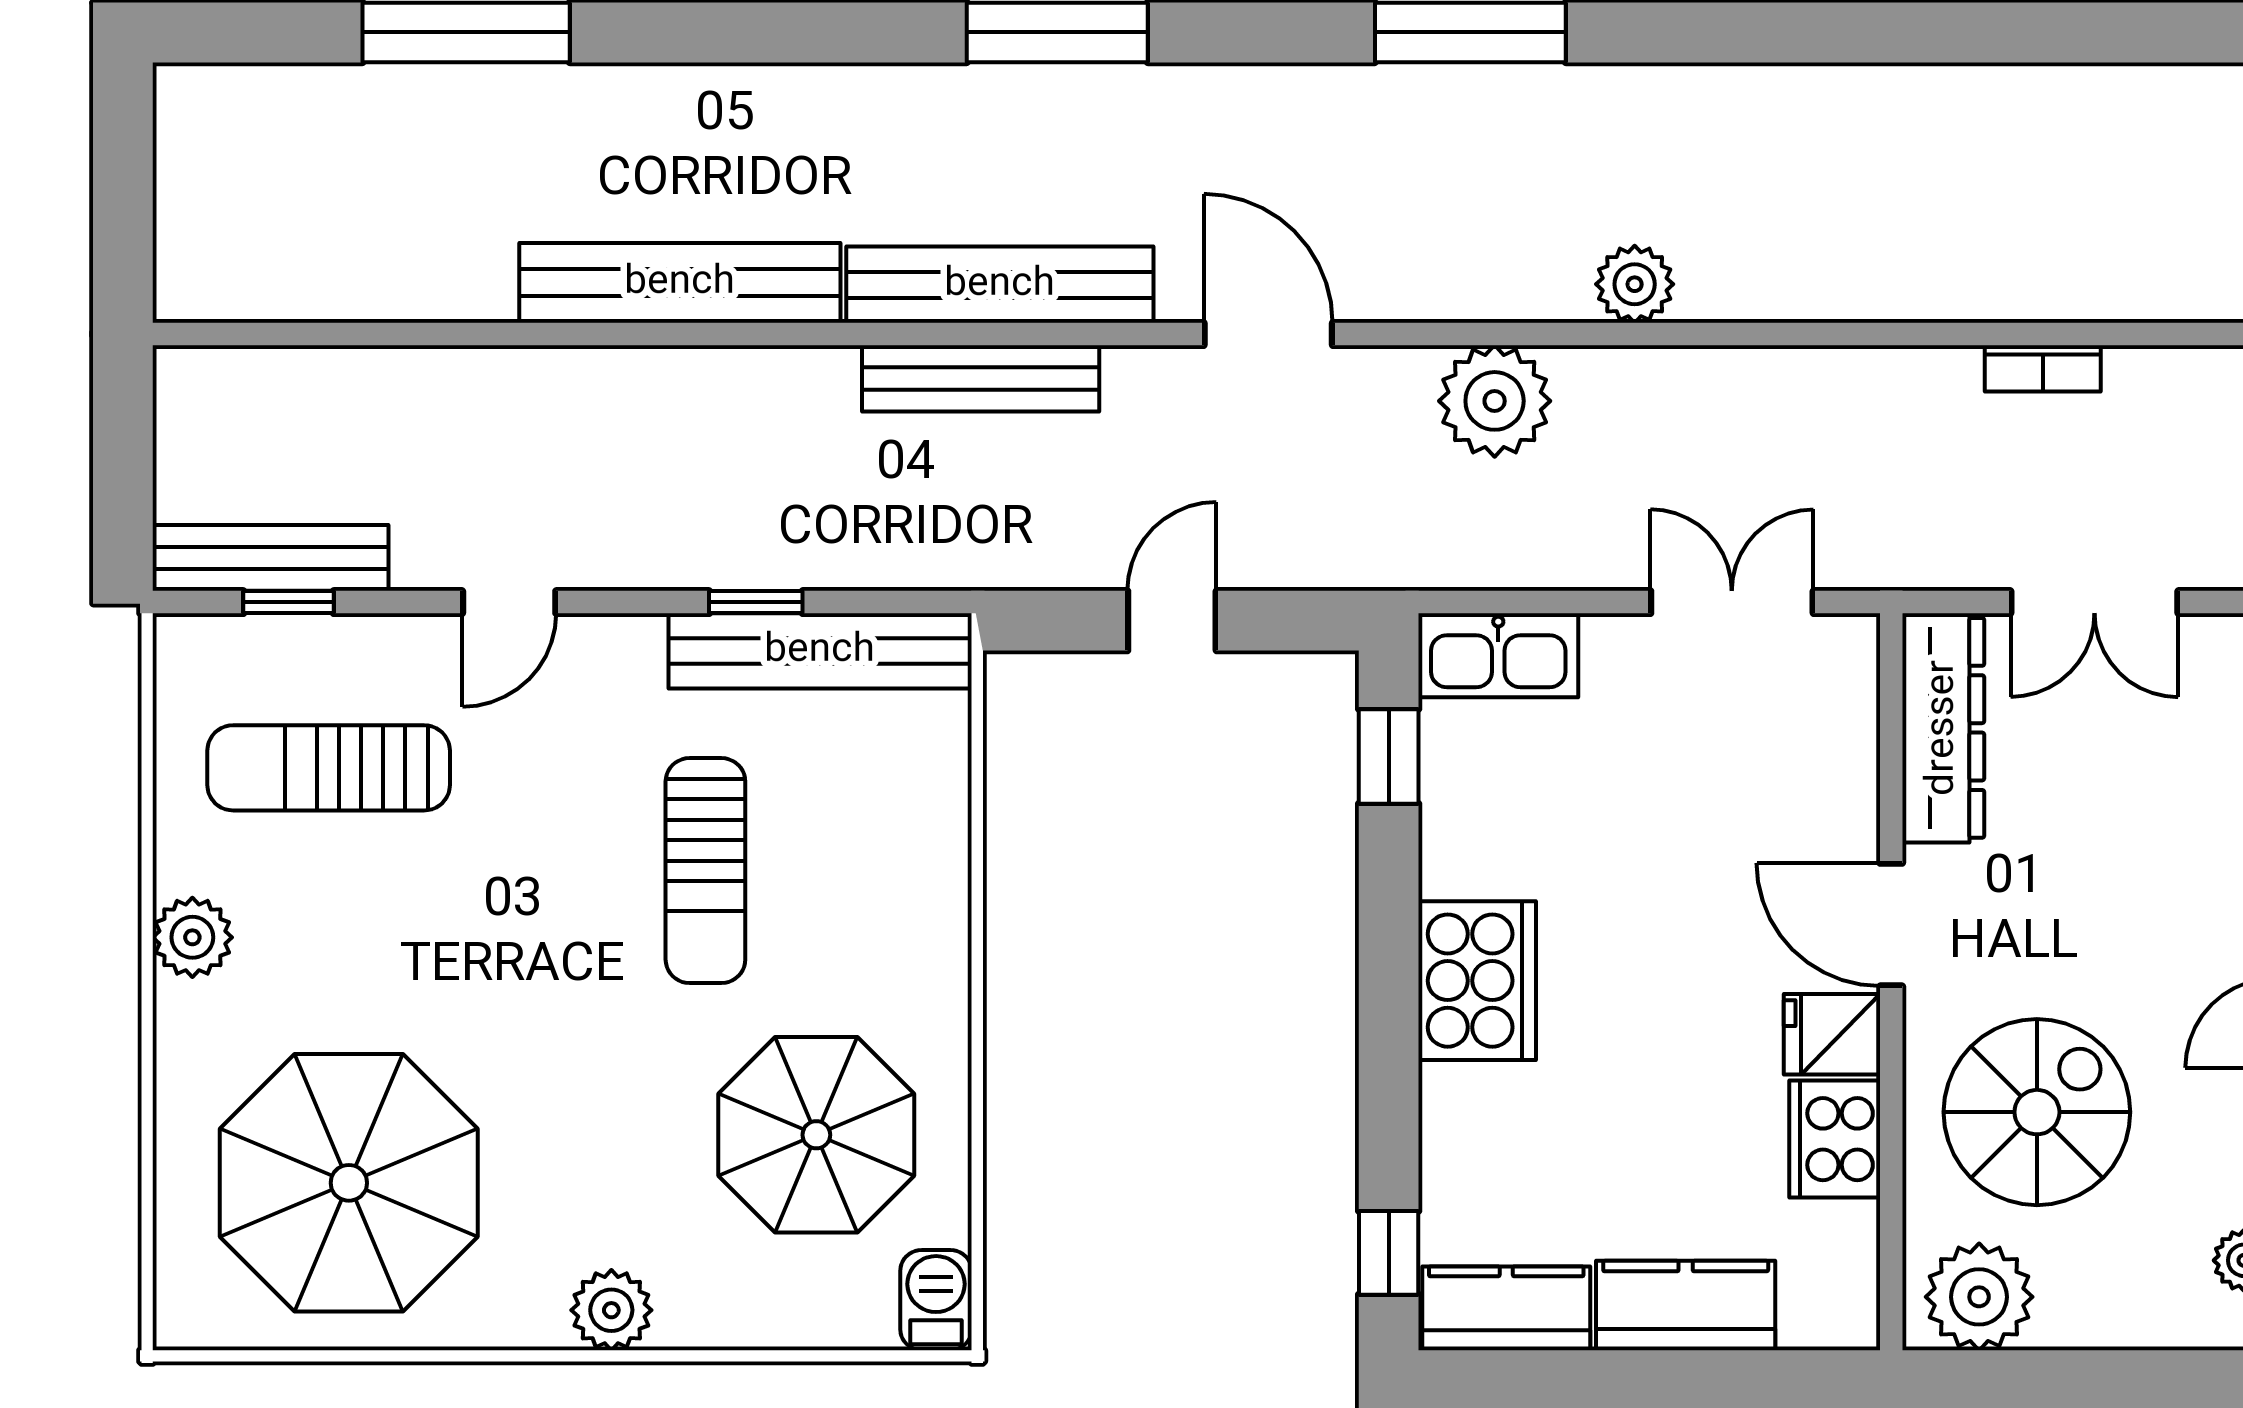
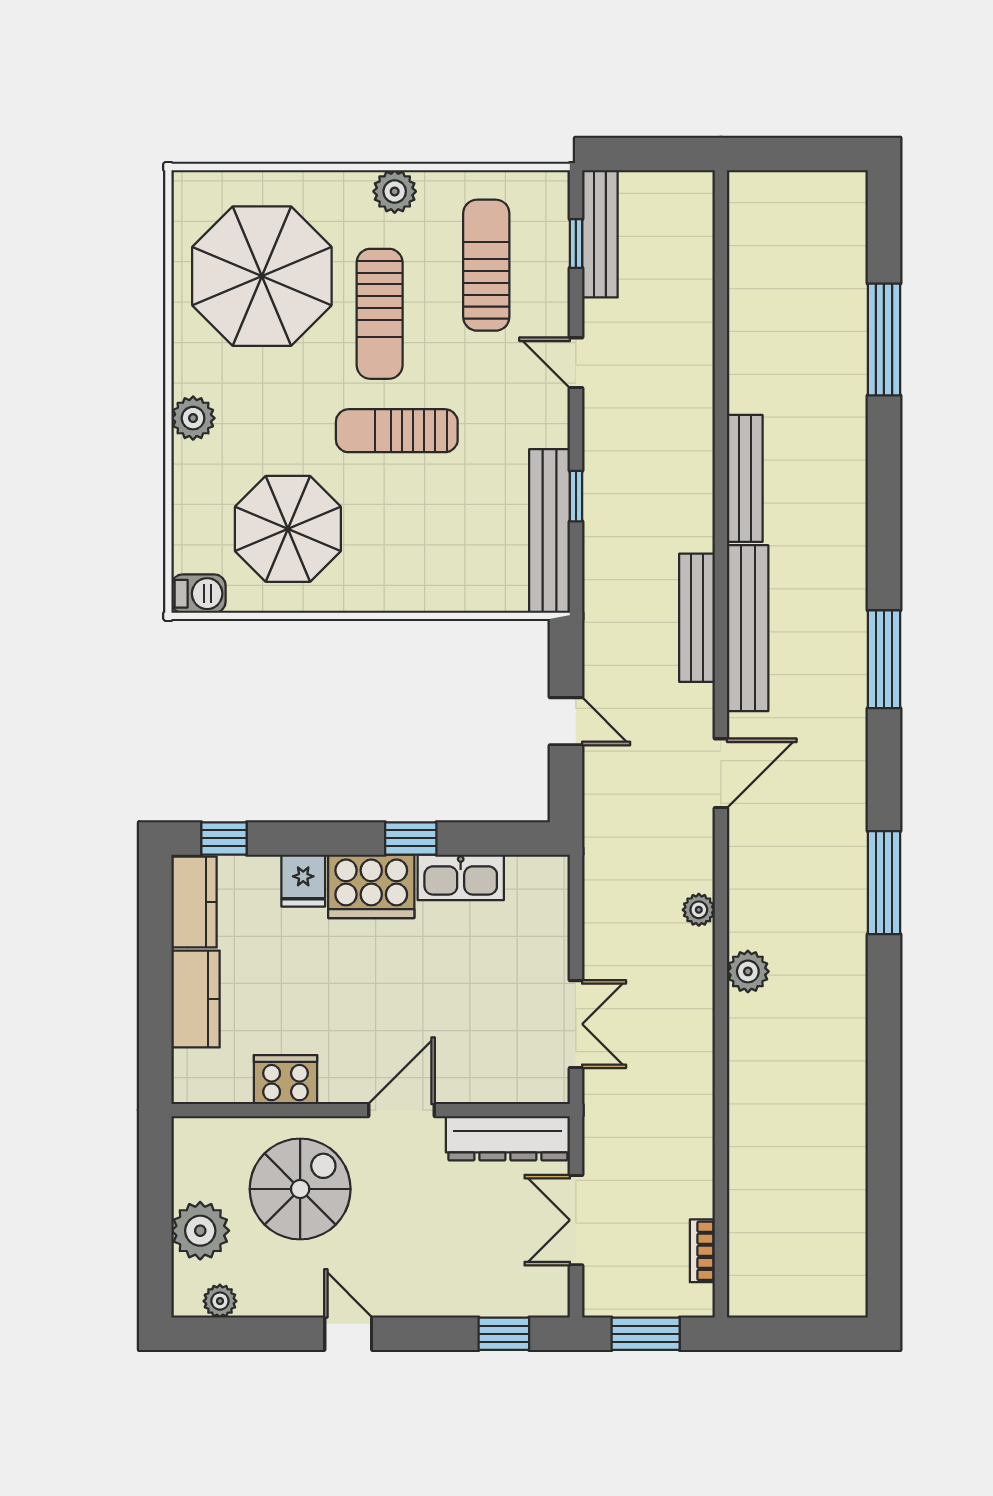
bench: (680, 283) -> (745, 478), width x0.73, depth x0.82
bookcase: (2043, 368) -> (702, 1251), moved
plant: (1495, 401) -> (699, 910), width x0.53, depth x0.53
kitchen sink: (1498, 655) -> (461, 877), moved, turned -90
window: (1389, 756) -> (411, 838), moved
sun lounger: (705, 871) -> (397, 431), moved
sun lounger: (419, 965) -> (380, 314), added
fridge: (1832, 1034) -> (303, 881), moved, turned 180
spiral stairs: (2037, 1112) -> (300, 1189), turned -90
plant: (1979, 1297) -> (200, 1231), moved

